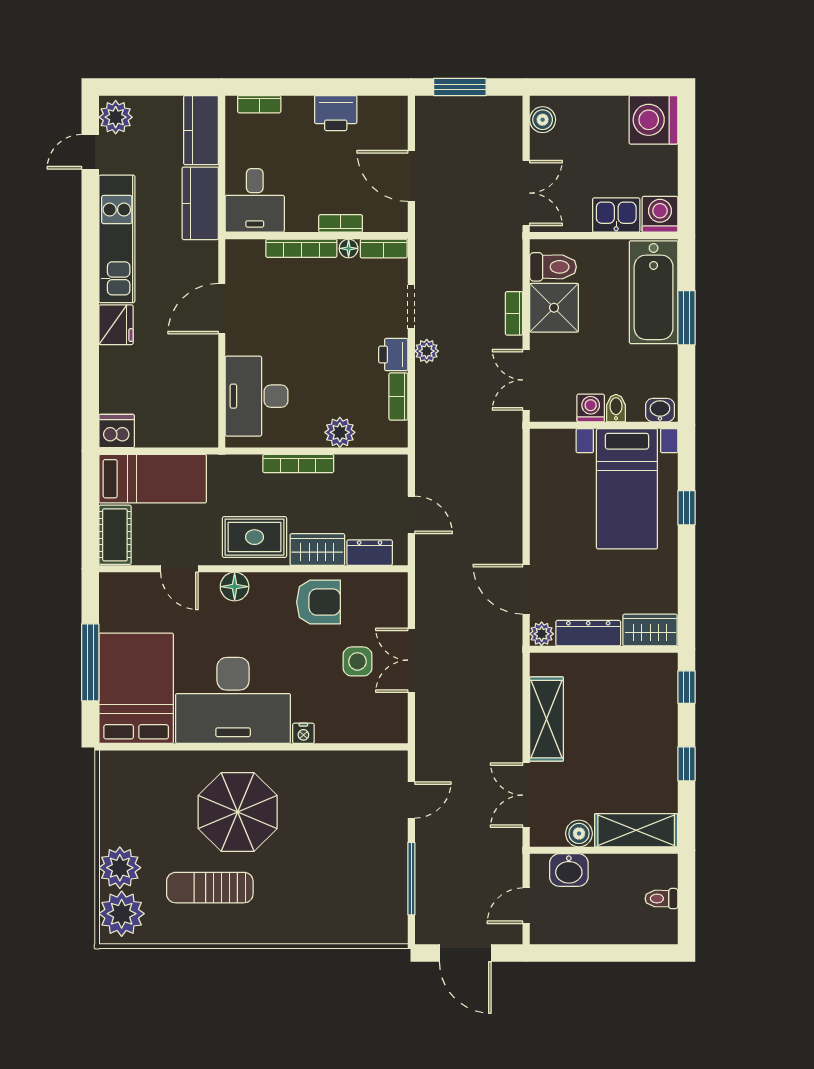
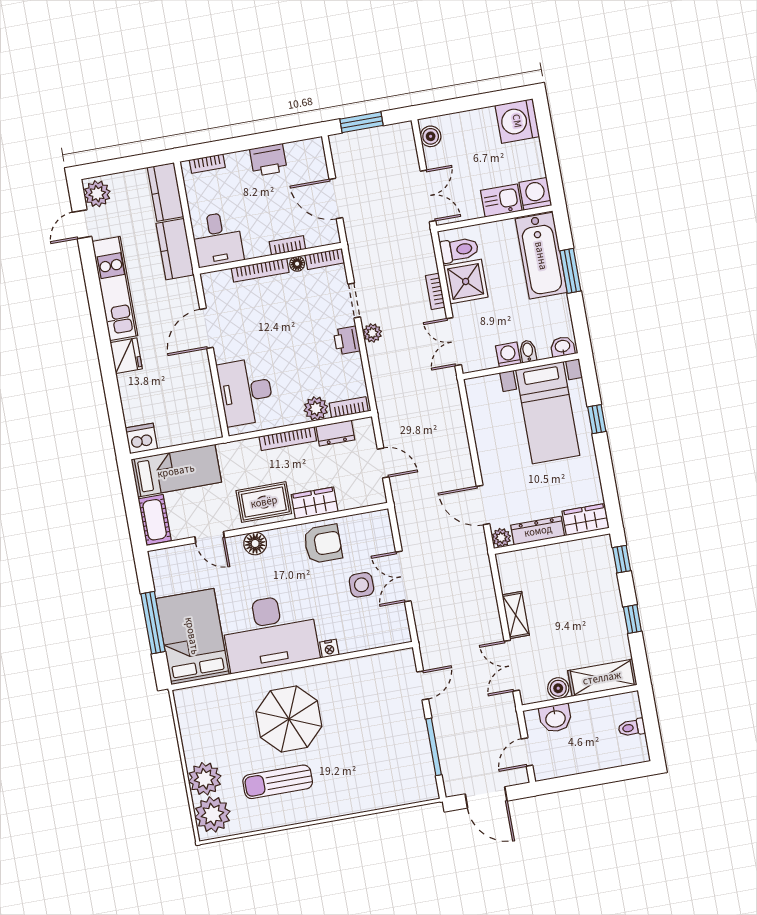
bookcase: (398, 396) -> (349, 407), moved, turned 90
dresser: (370, 553) -> (335, 433), moved, turned 180
shelving: (547, 719) -> (516, 615), width x0.67, depth x0.75

